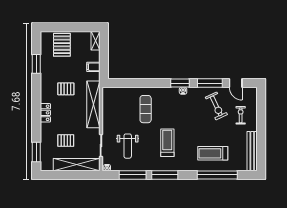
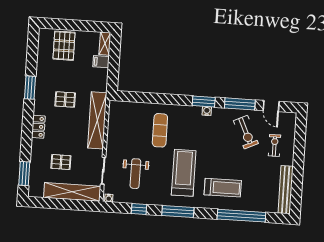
window: (36, 64) -> (30, 88), moved
filing cabinet: (93, 67) -> (101, 62), moved
treadmill: (167, 143) -> (184, 173), width x1.37, depth x1.38
treadmill: (213, 153) -> (223, 188), moved, turned 180
window: (133, 175) -> (139, 209), width x0.46

